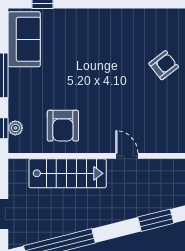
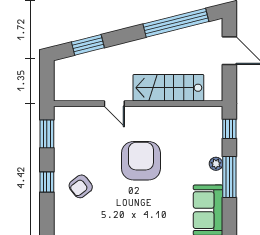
armchair: (63, 126) -> (141, 161), moved, width x1.36, depth x1.36
plant: (15, 128) -> (216, 164), moved

